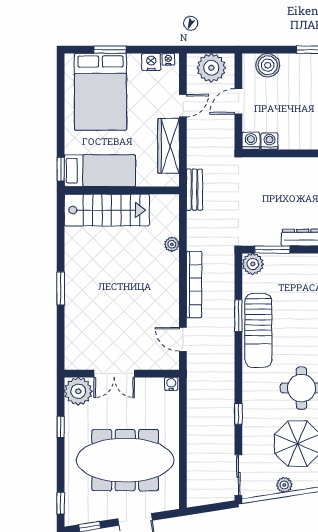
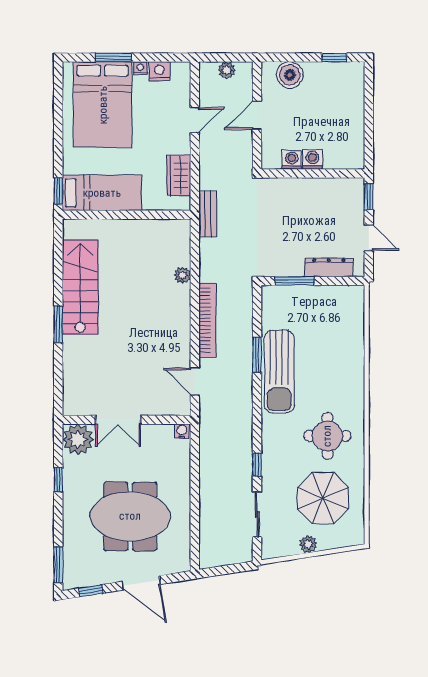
nightstand: (168, 59) -> (140, 68), moved
plant: (211, 68) -> (227, 70), width x0.53, depth x0.53
washing machine: (251, 141) -> (313, 159), moved
wardrobe: (168, 146) -> (179, 175), width x0.67
stairs: (107, 210) -> (80, 287), moved, turned -90
plant: (253, 264) -> (273, 297), removed
meeting table: (125, 460) -> (130, 516), width x0.73
sliding door: (238, 475) -> (257, 514), moved
window: (61, 503) -> (58, 565), width x1.50

